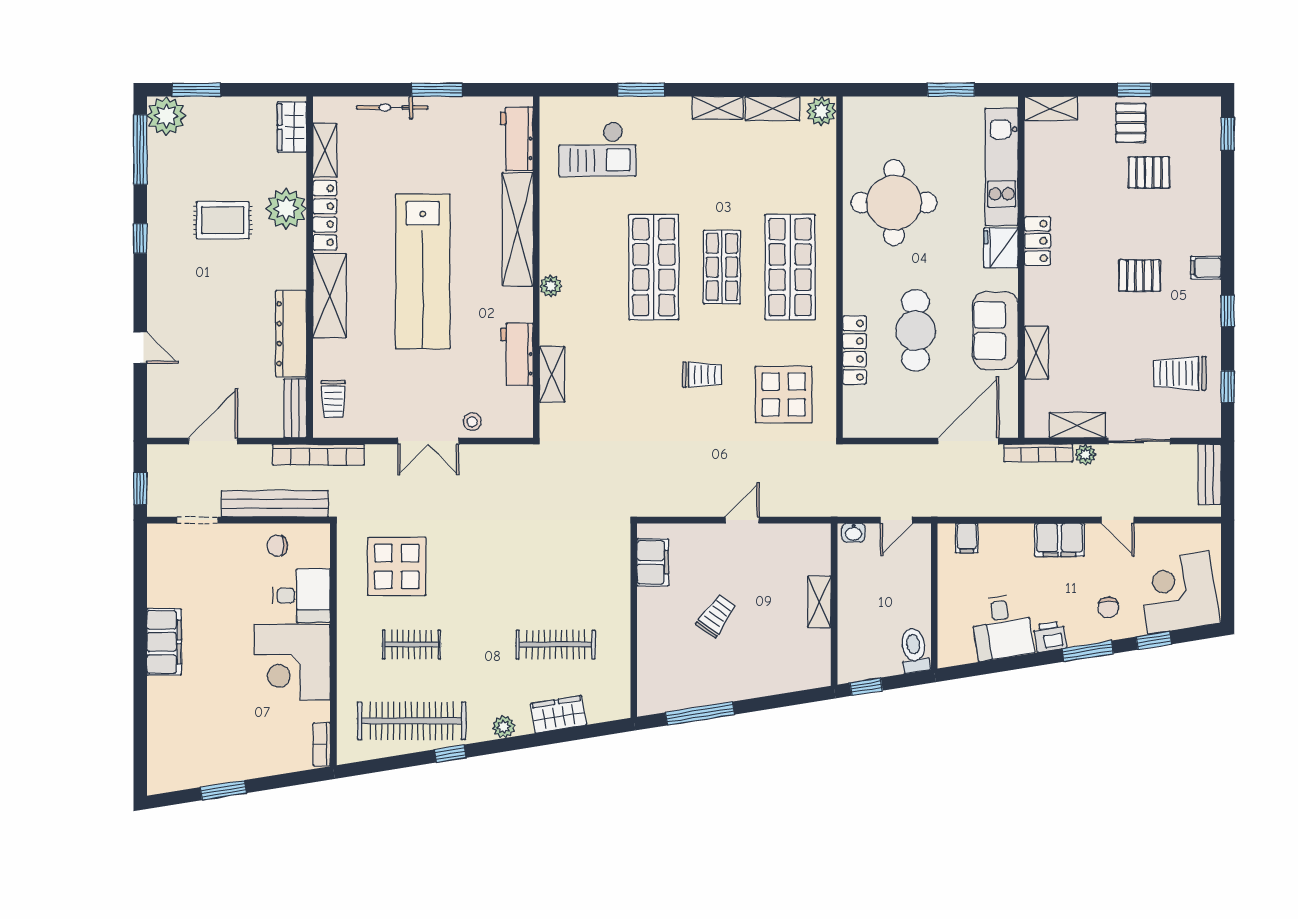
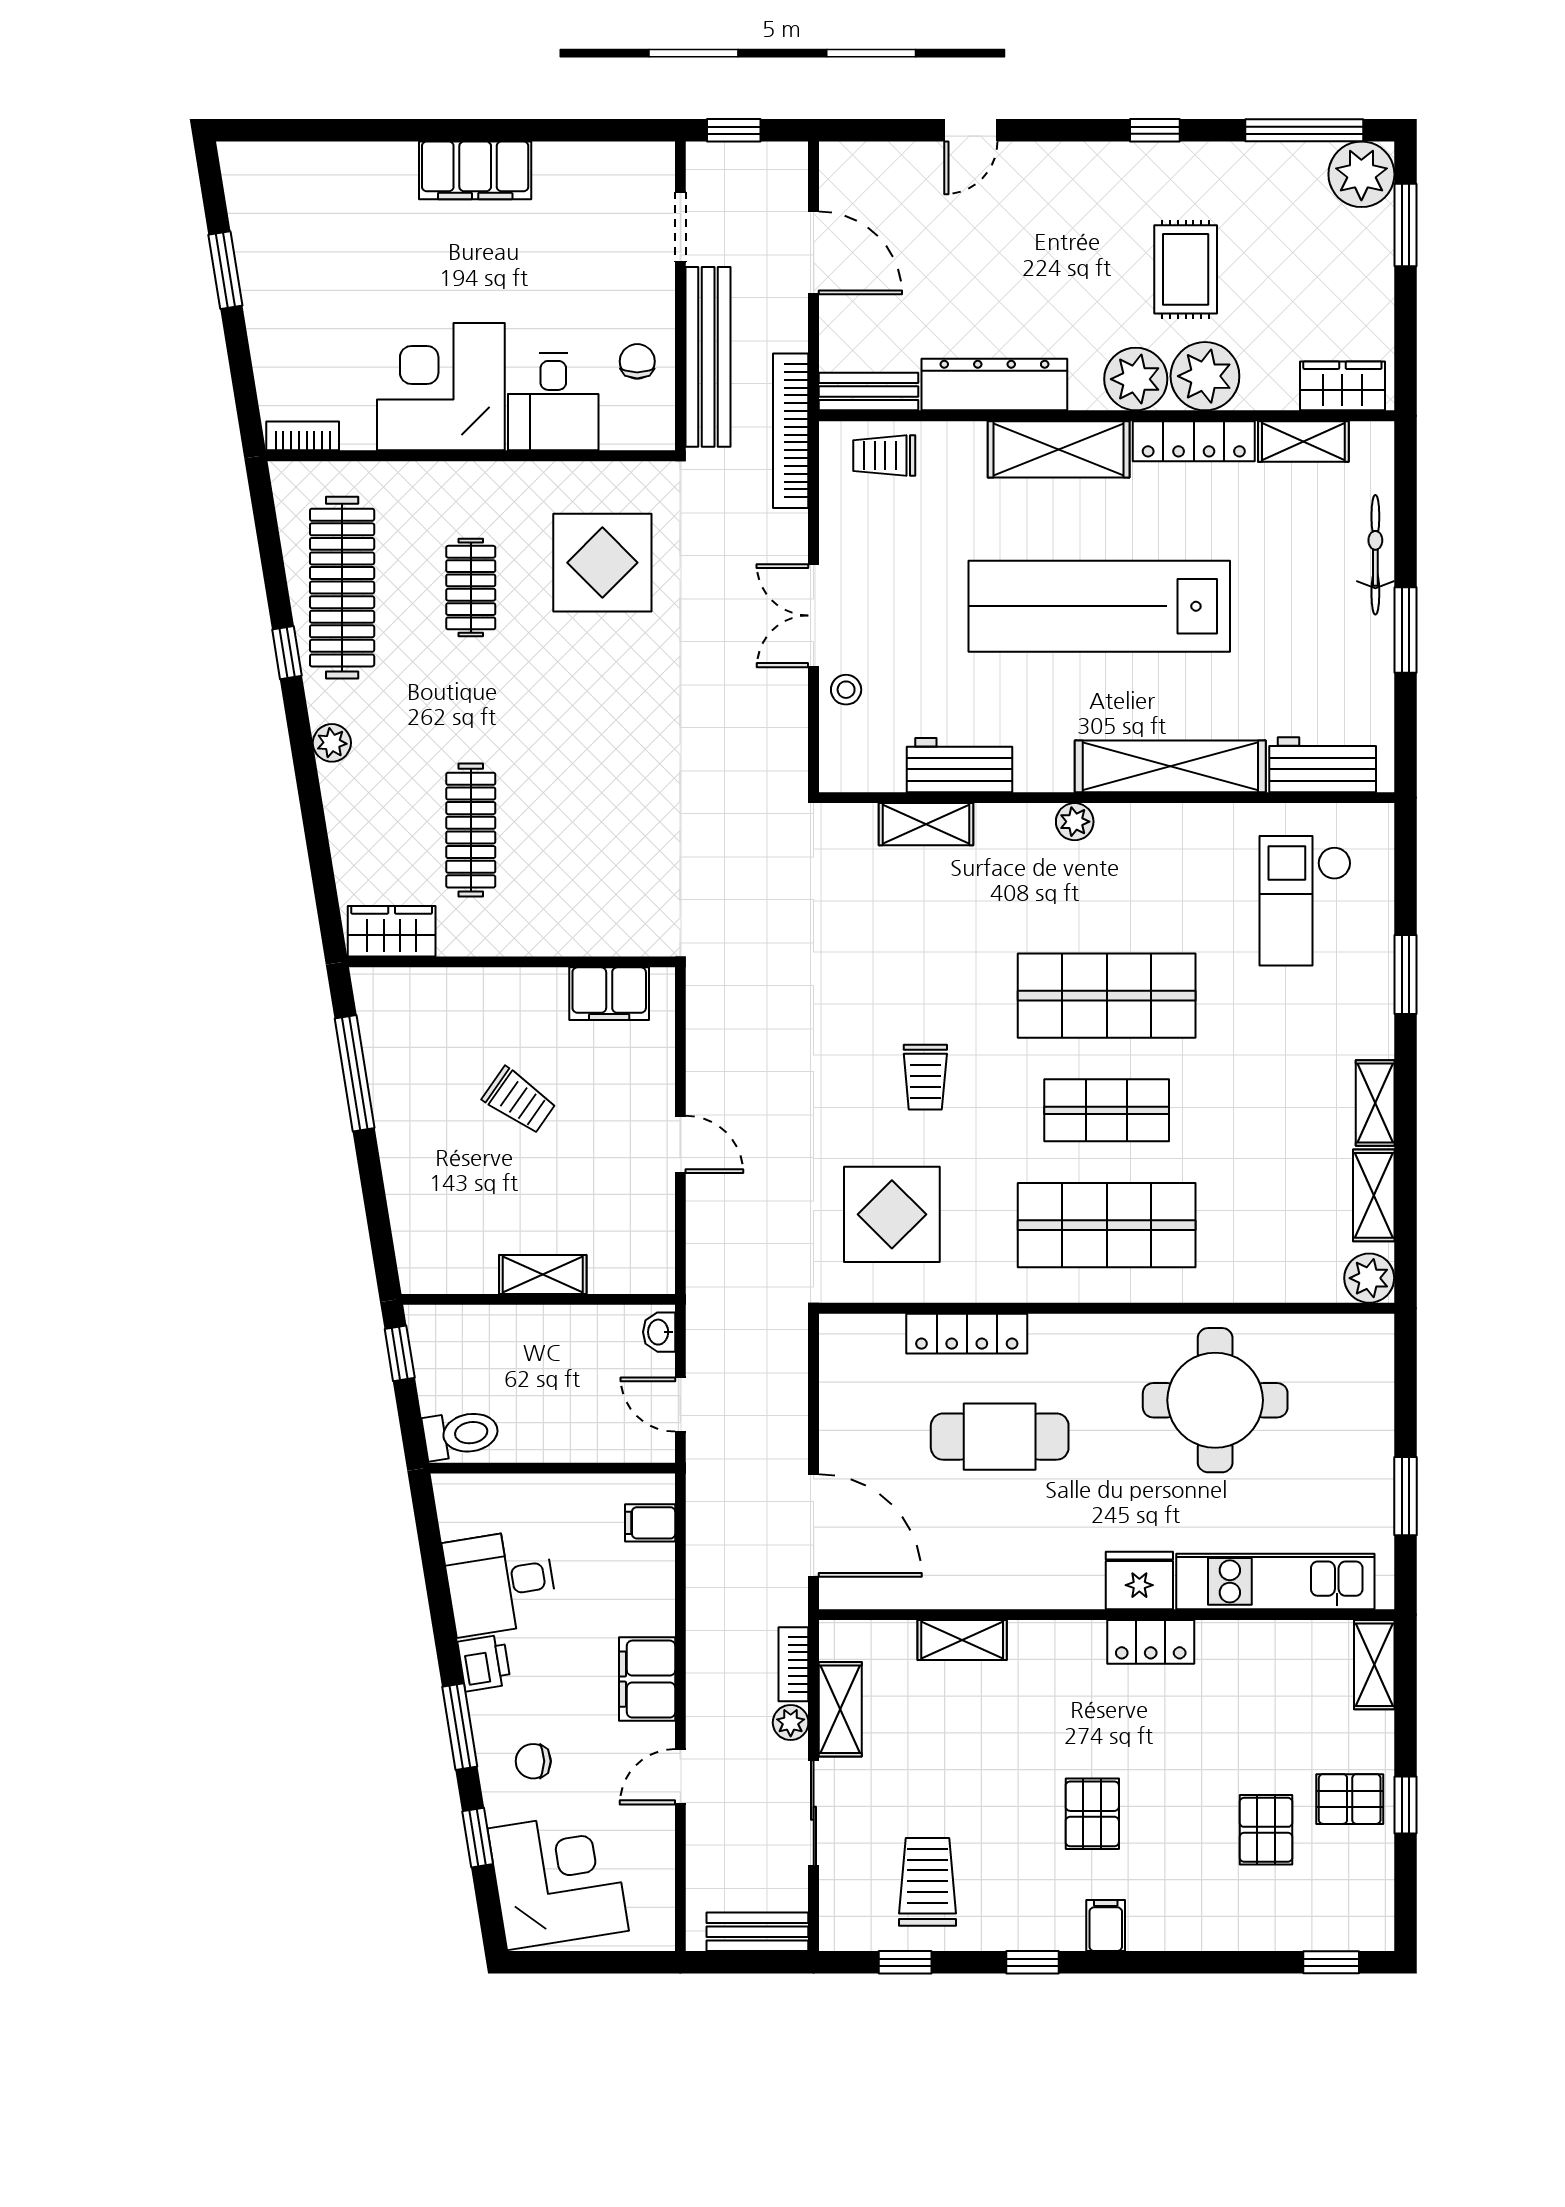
plant: (288, 250) -> (1136, 379), added
sofa: (996, 331) -> (1000, 1571), removed
bookcase: (1038, 453) -> (793, 1664), width x0.64
wardrobe: (559, 714) -> (392, 931), moved, turned -81

